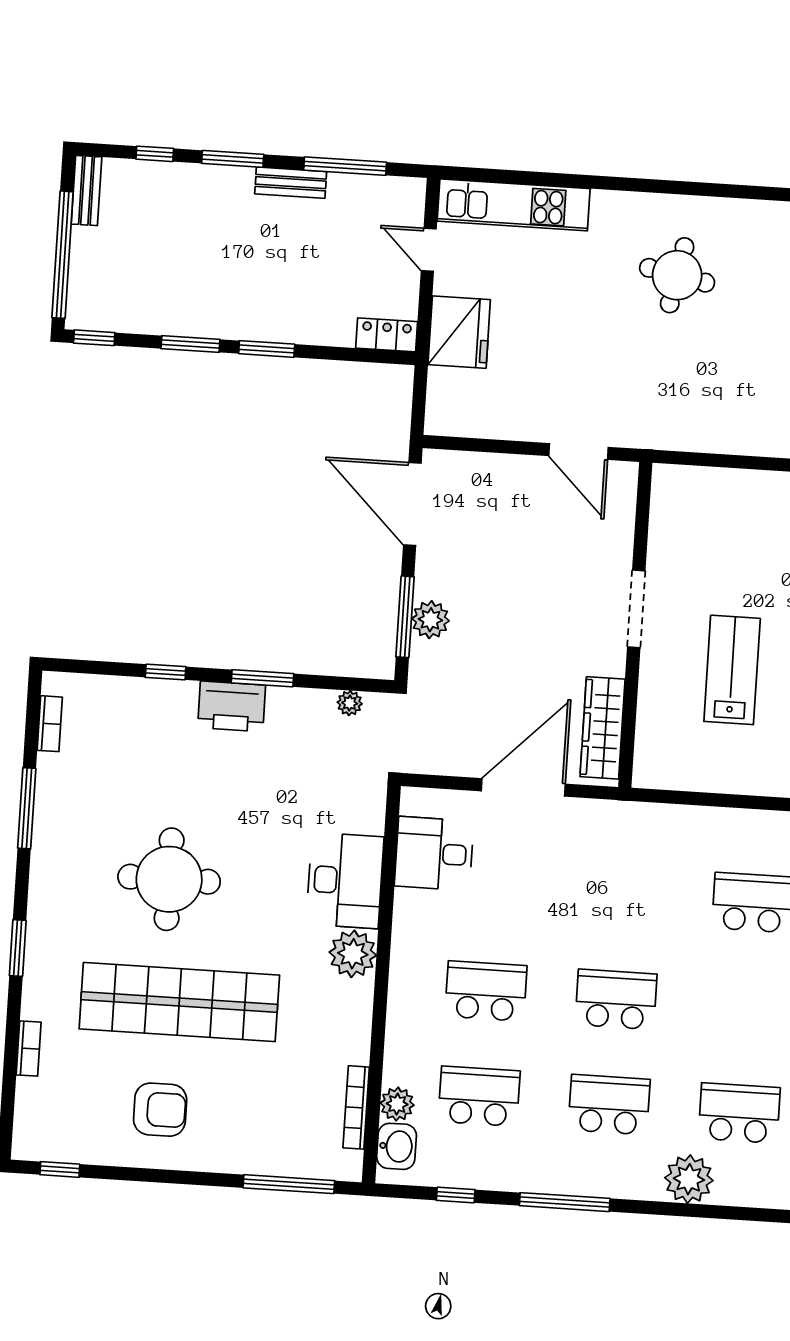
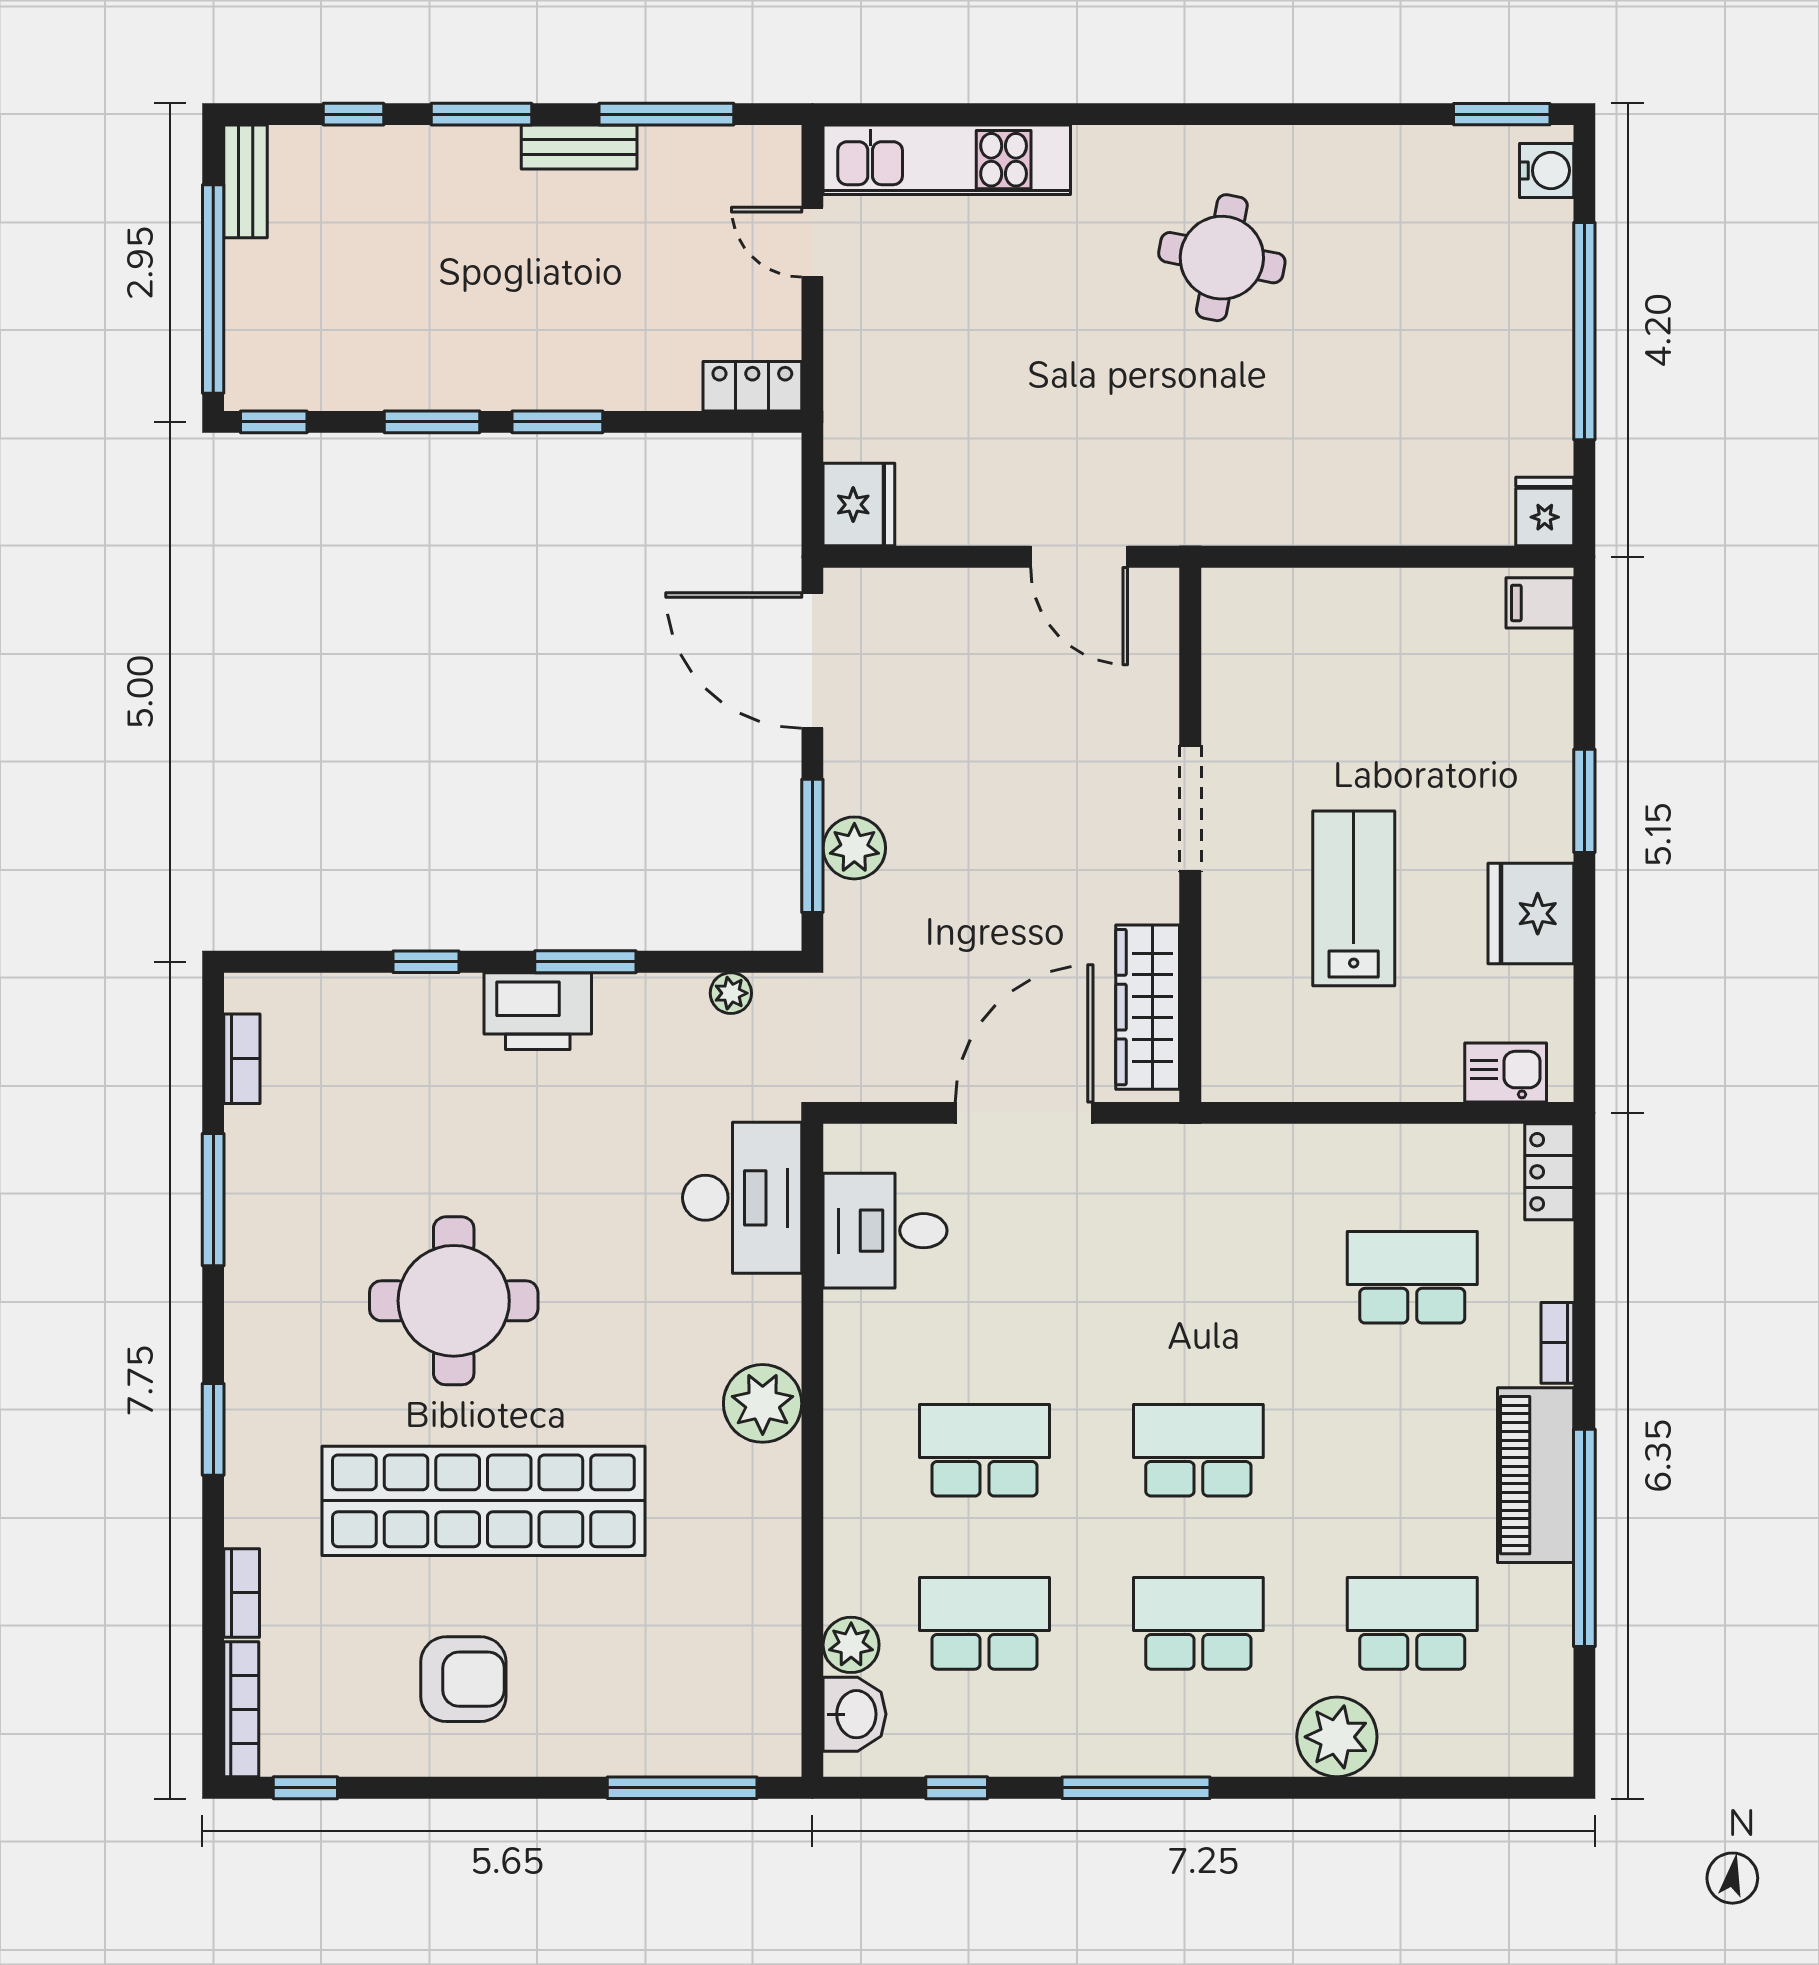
fridge: (459, 332) -> (859, 505), moved, width x0.73, depth x0.75
desk: (345, 881) -> (742, 1198), moved
bookcase: (356, 1107) -> (241, 1709), moved, turned 180

